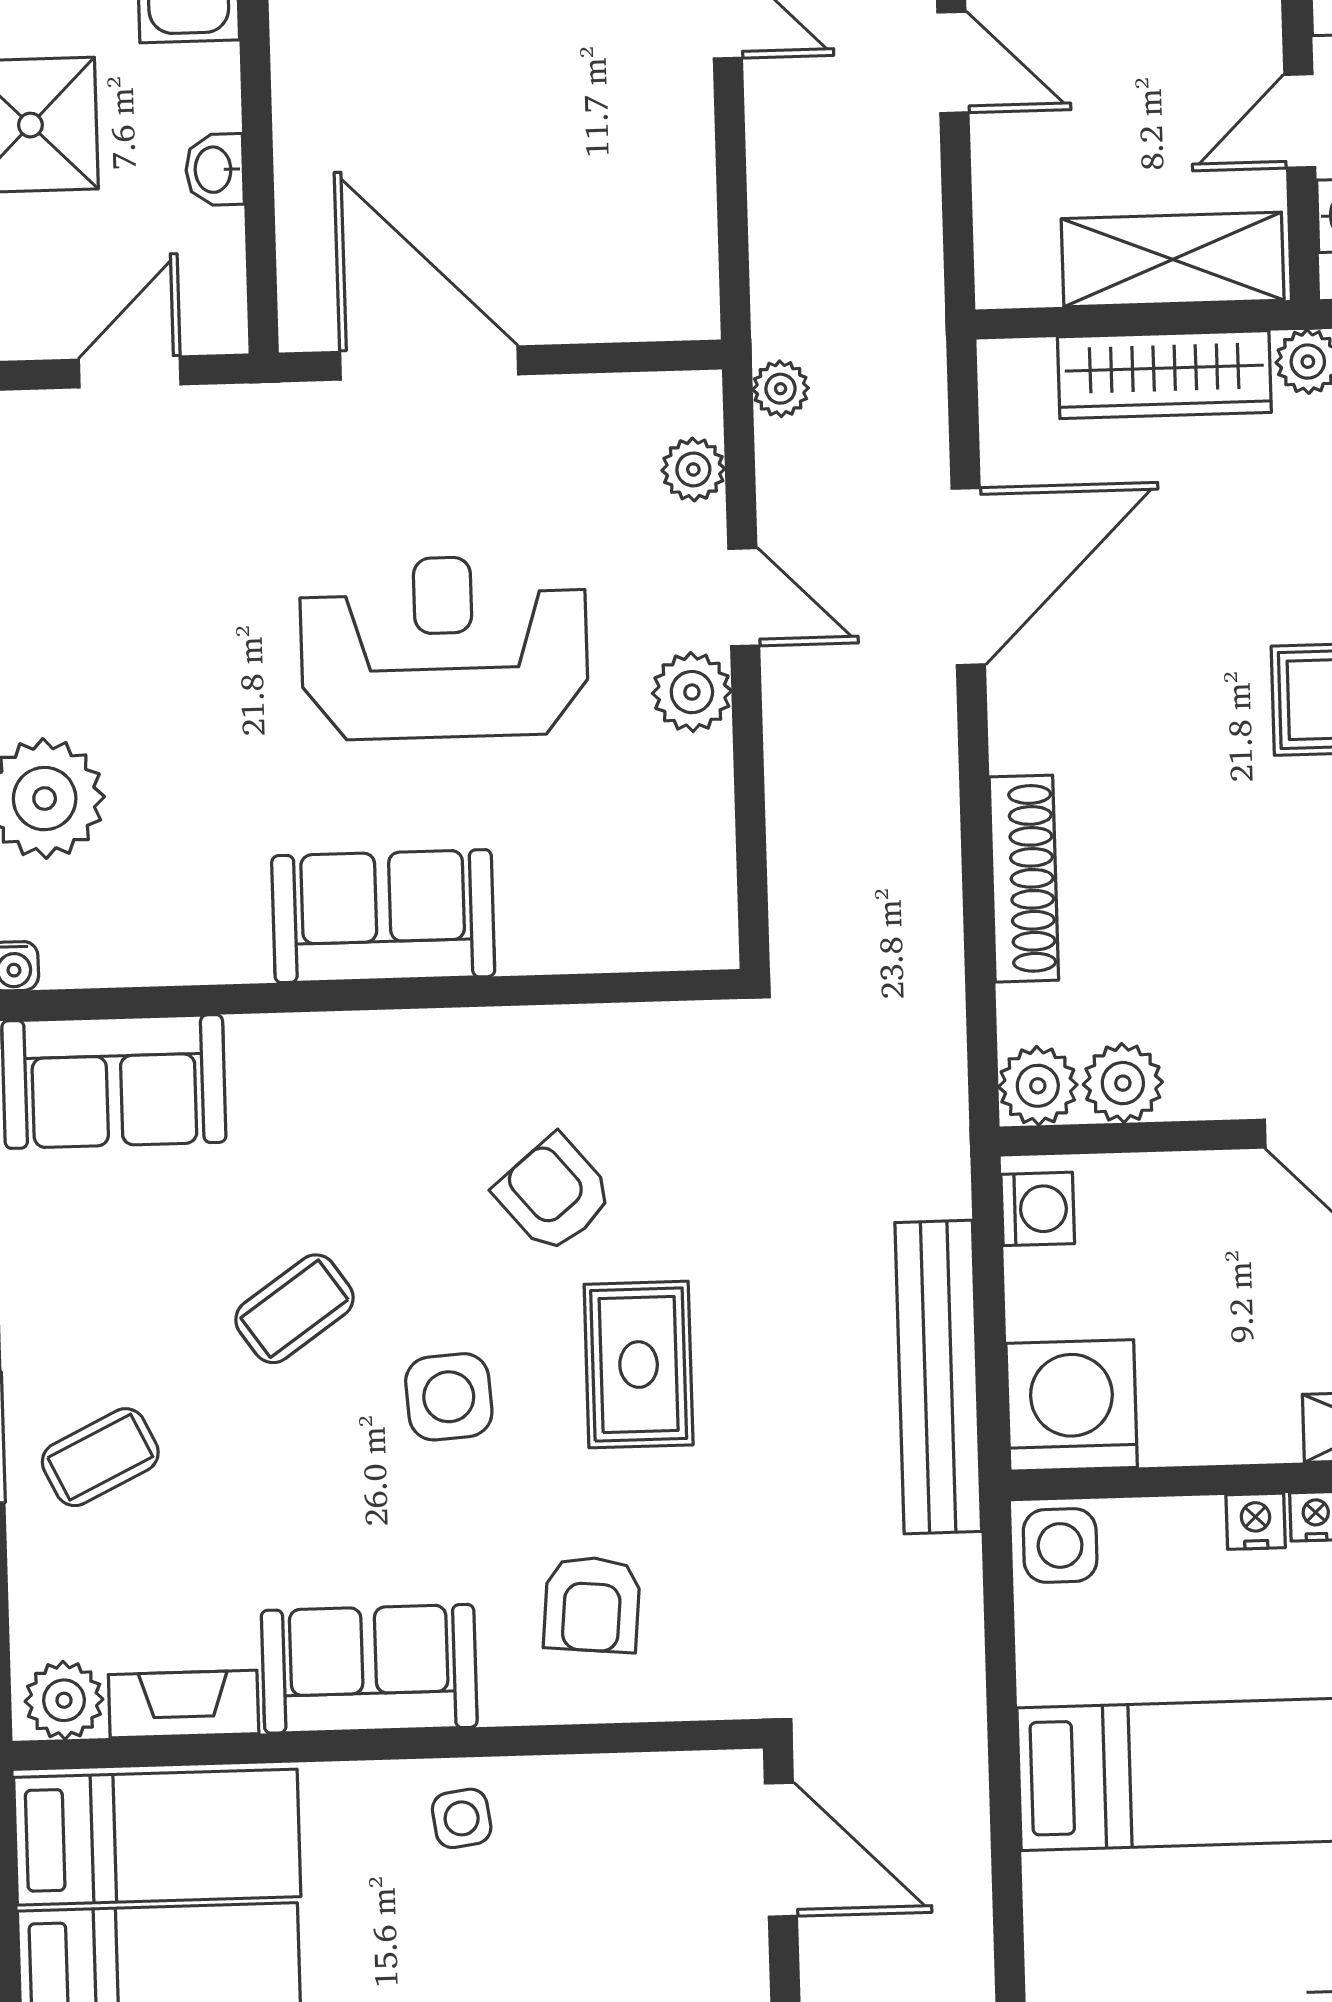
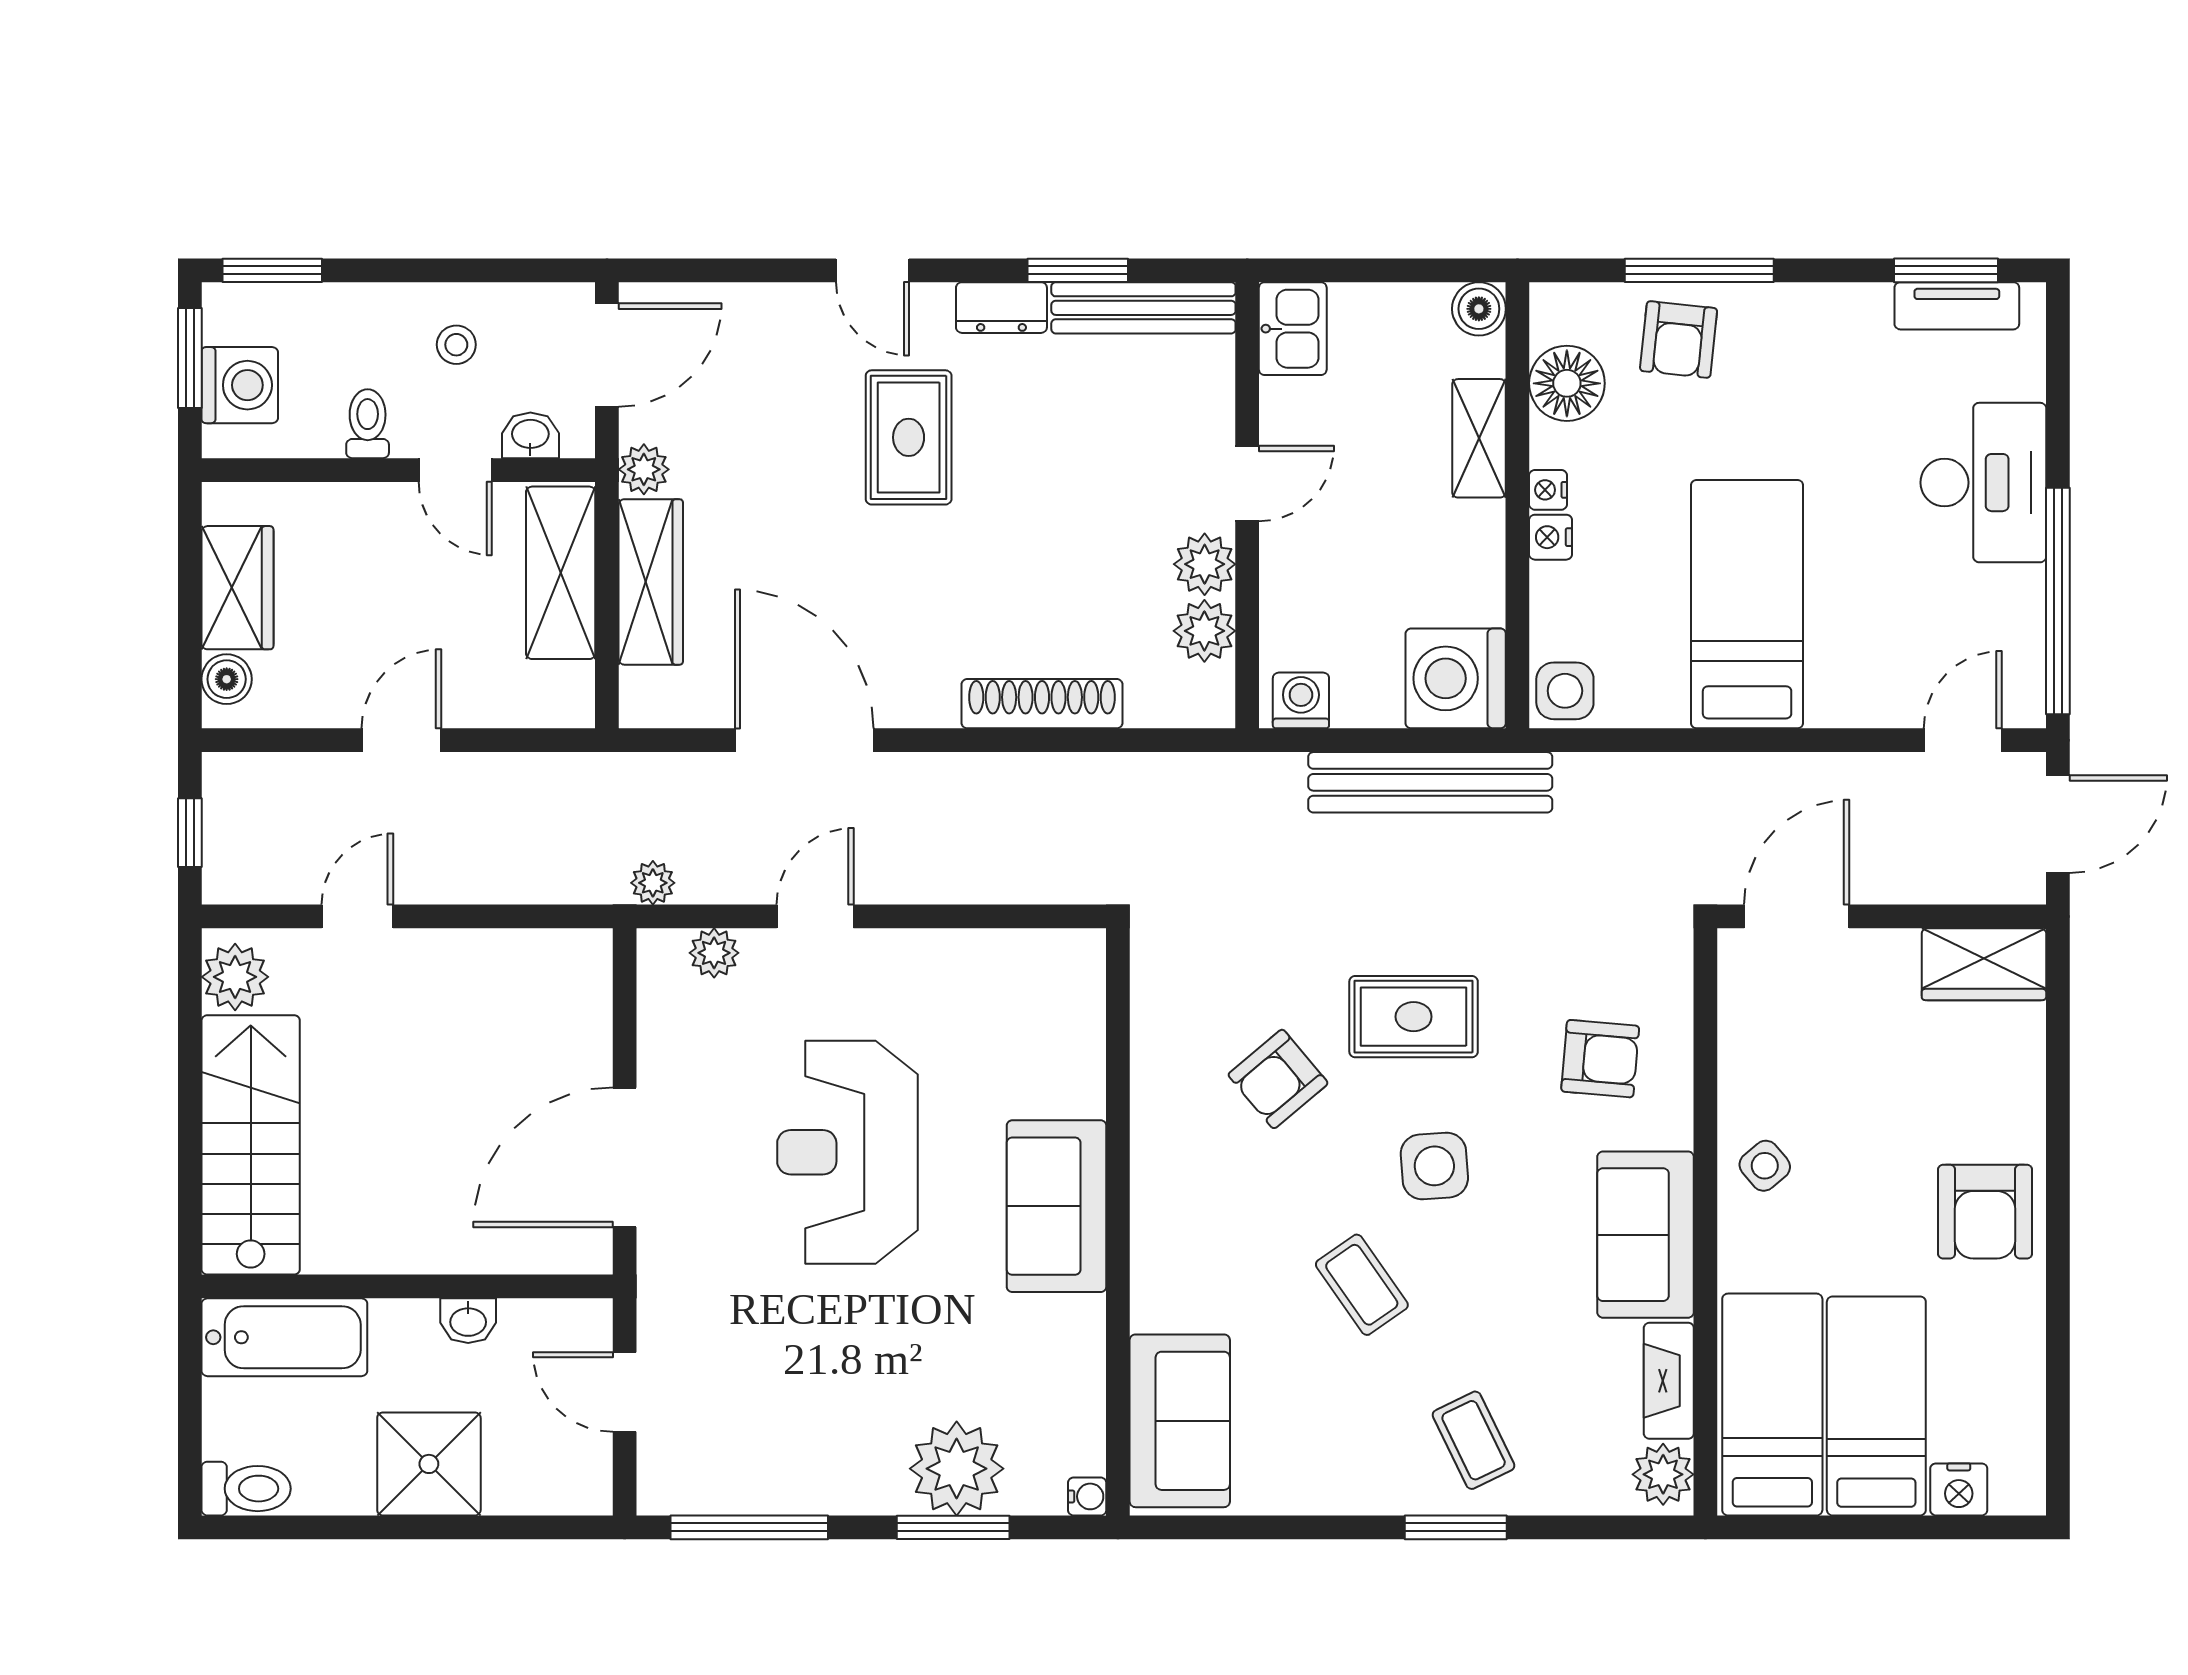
plant: (692, 692) -> (888, 959), removed
plant: (1038, 1086) -> (1205, 564), moved
side table: (462, 1818) -> (1765, 1166), turned -32

